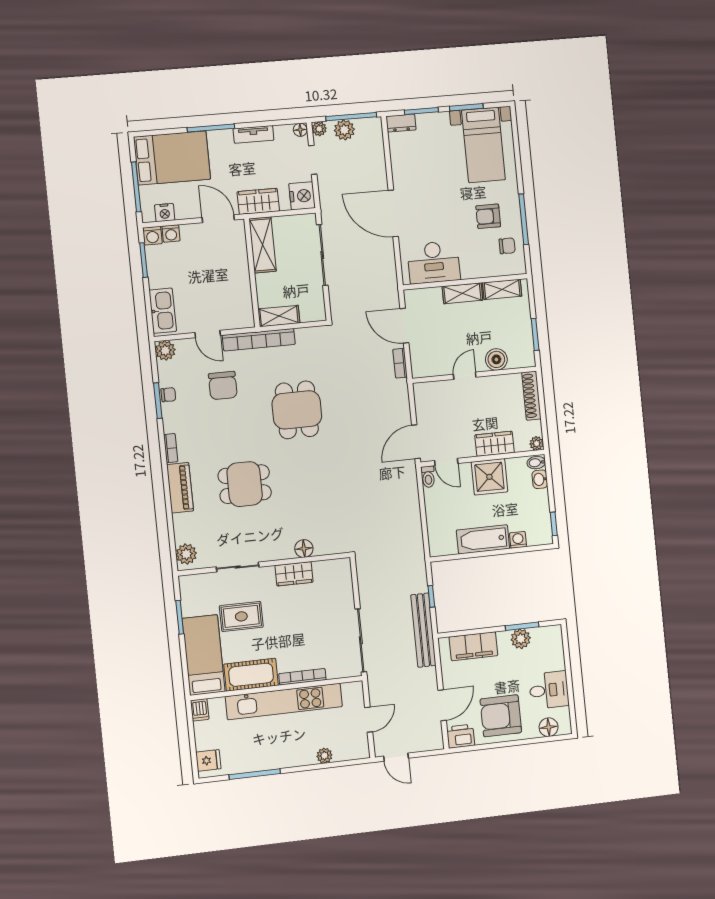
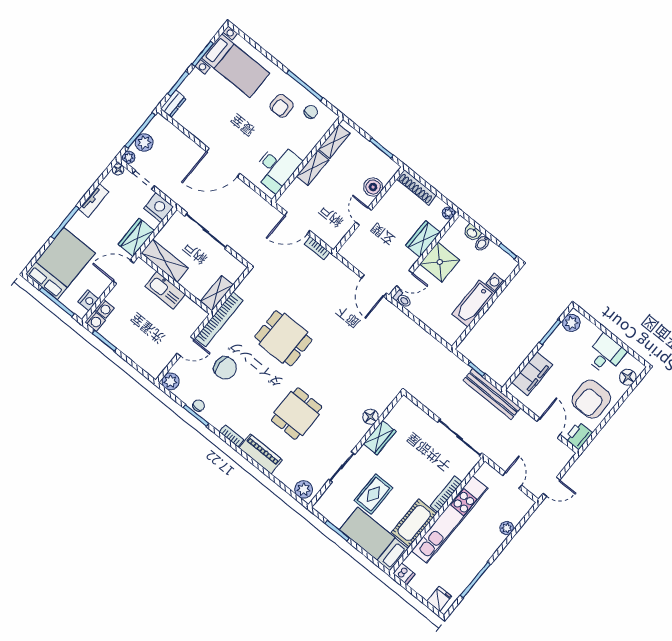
kitchen sink: (163, 311) -> (165, 290), moved, turned 180
bidet: (536, 463) -> (482, 243), moved
plant: (521, 639) -> (571, 323), moved

